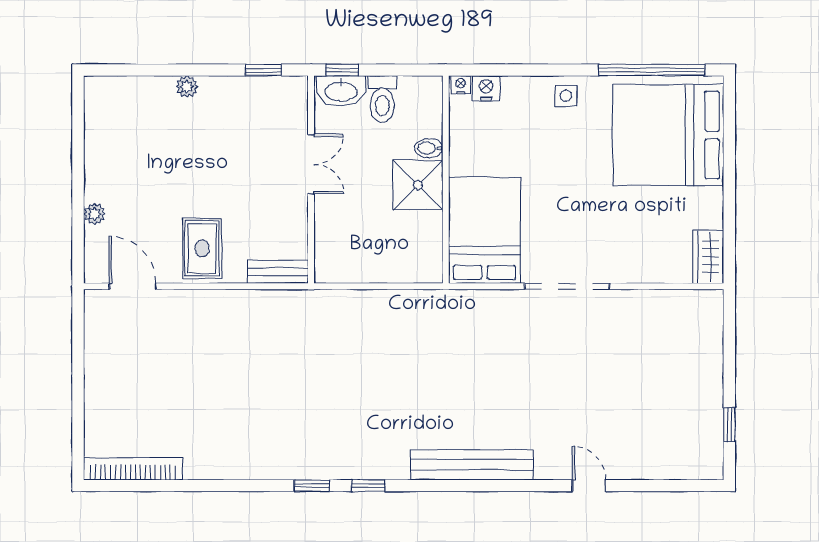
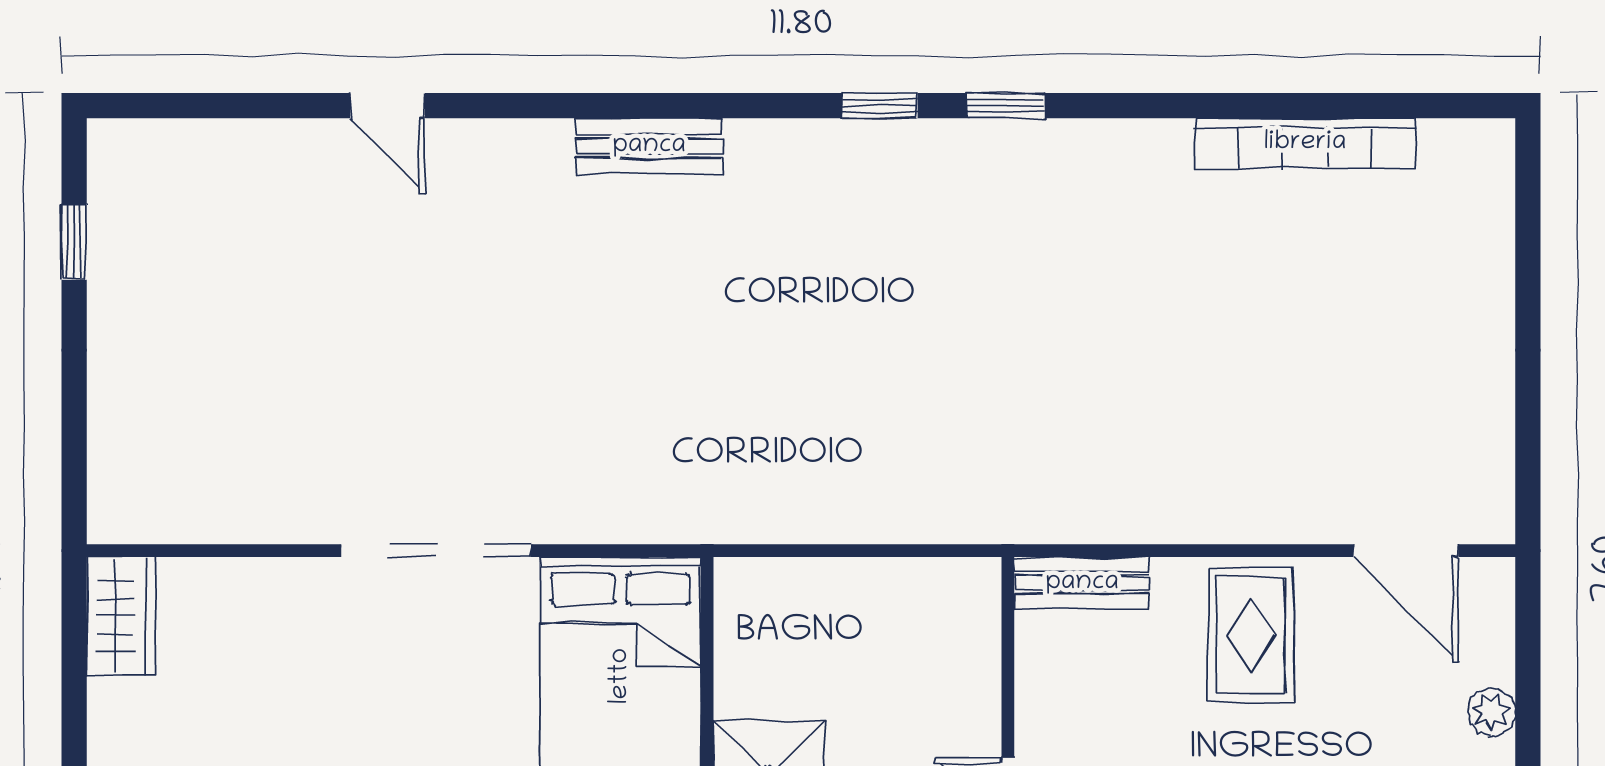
bench: (472, 465) -> (649, 146), width x0.54, depth x0.82
bookcase: (133, 469) -> (1305, 143), moved

